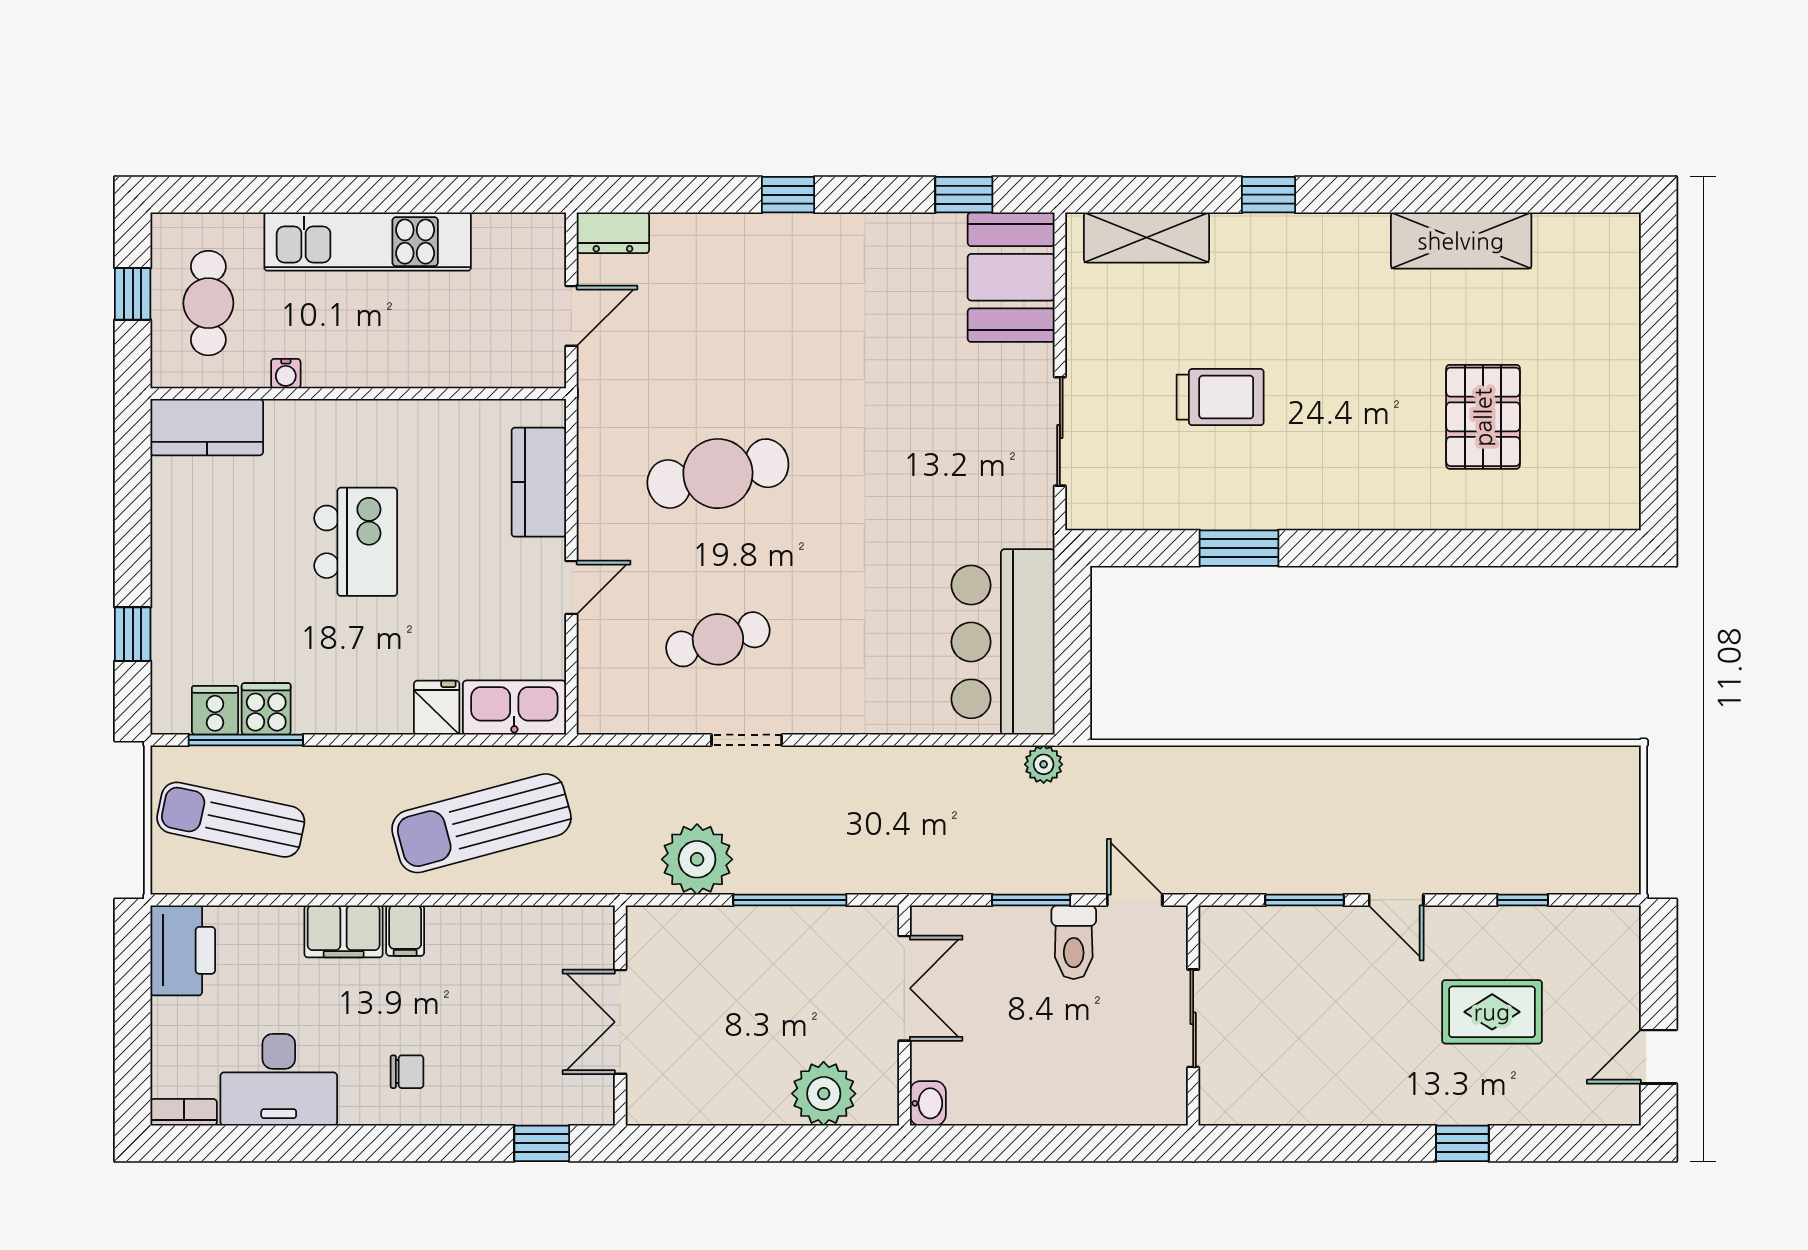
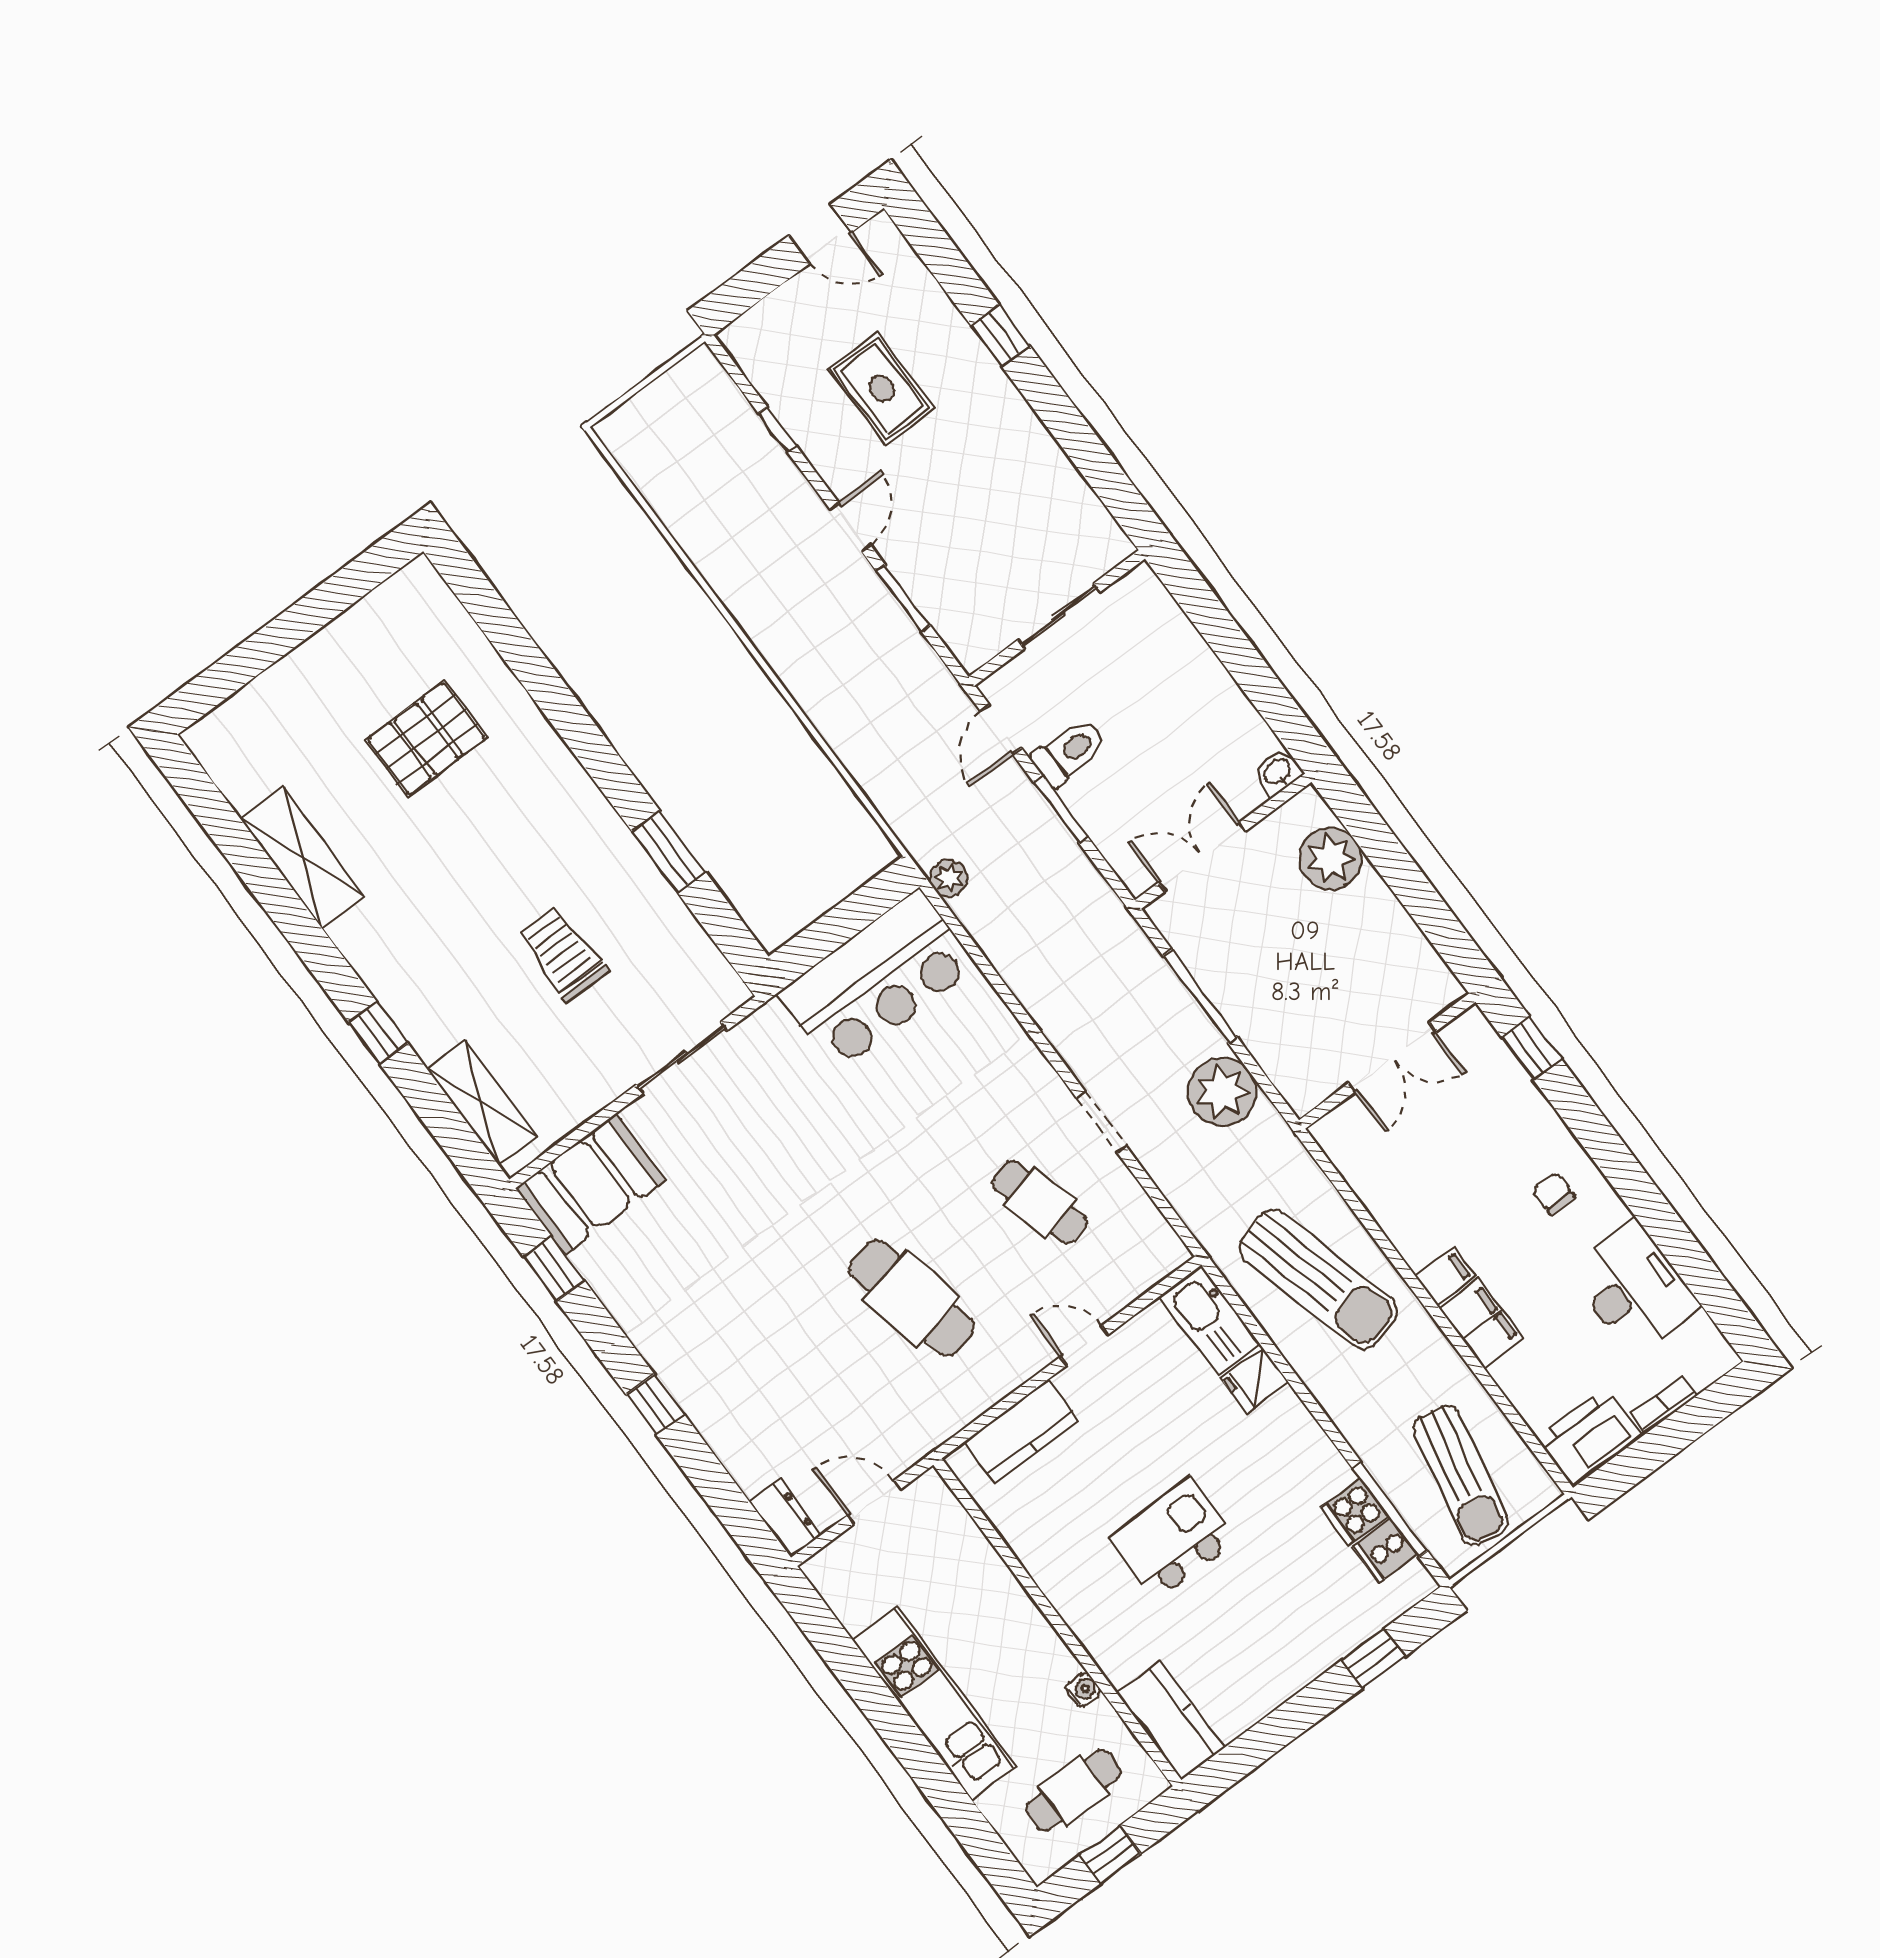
bookcase: (184, 1112) -> (1663, 1405), moved, turned 90

